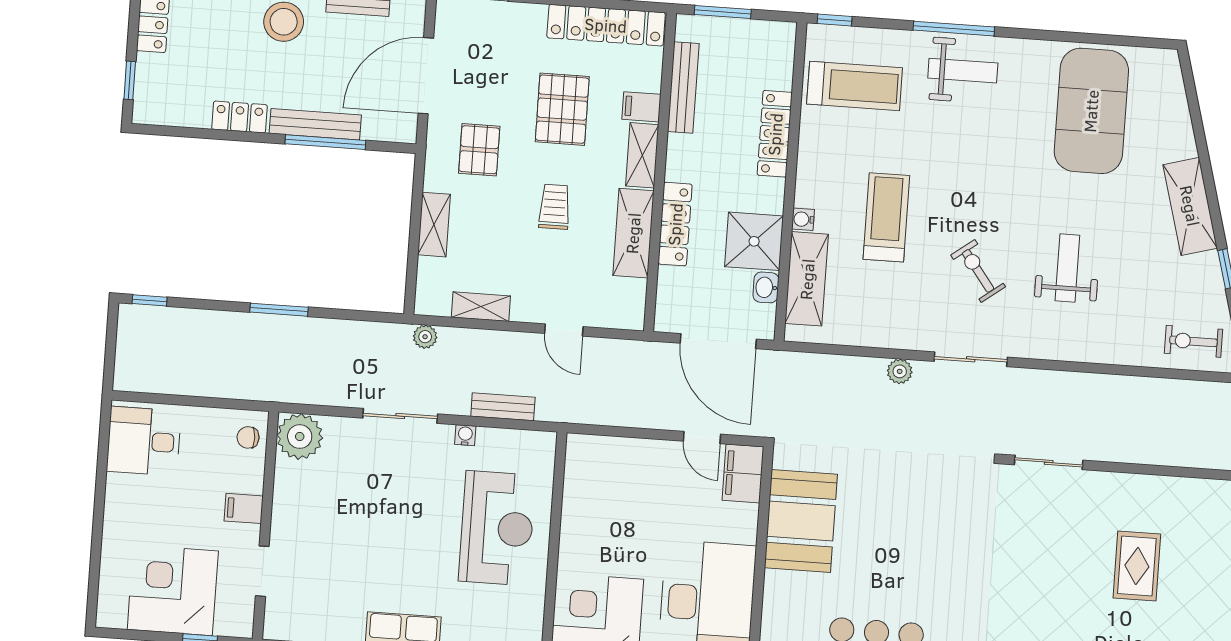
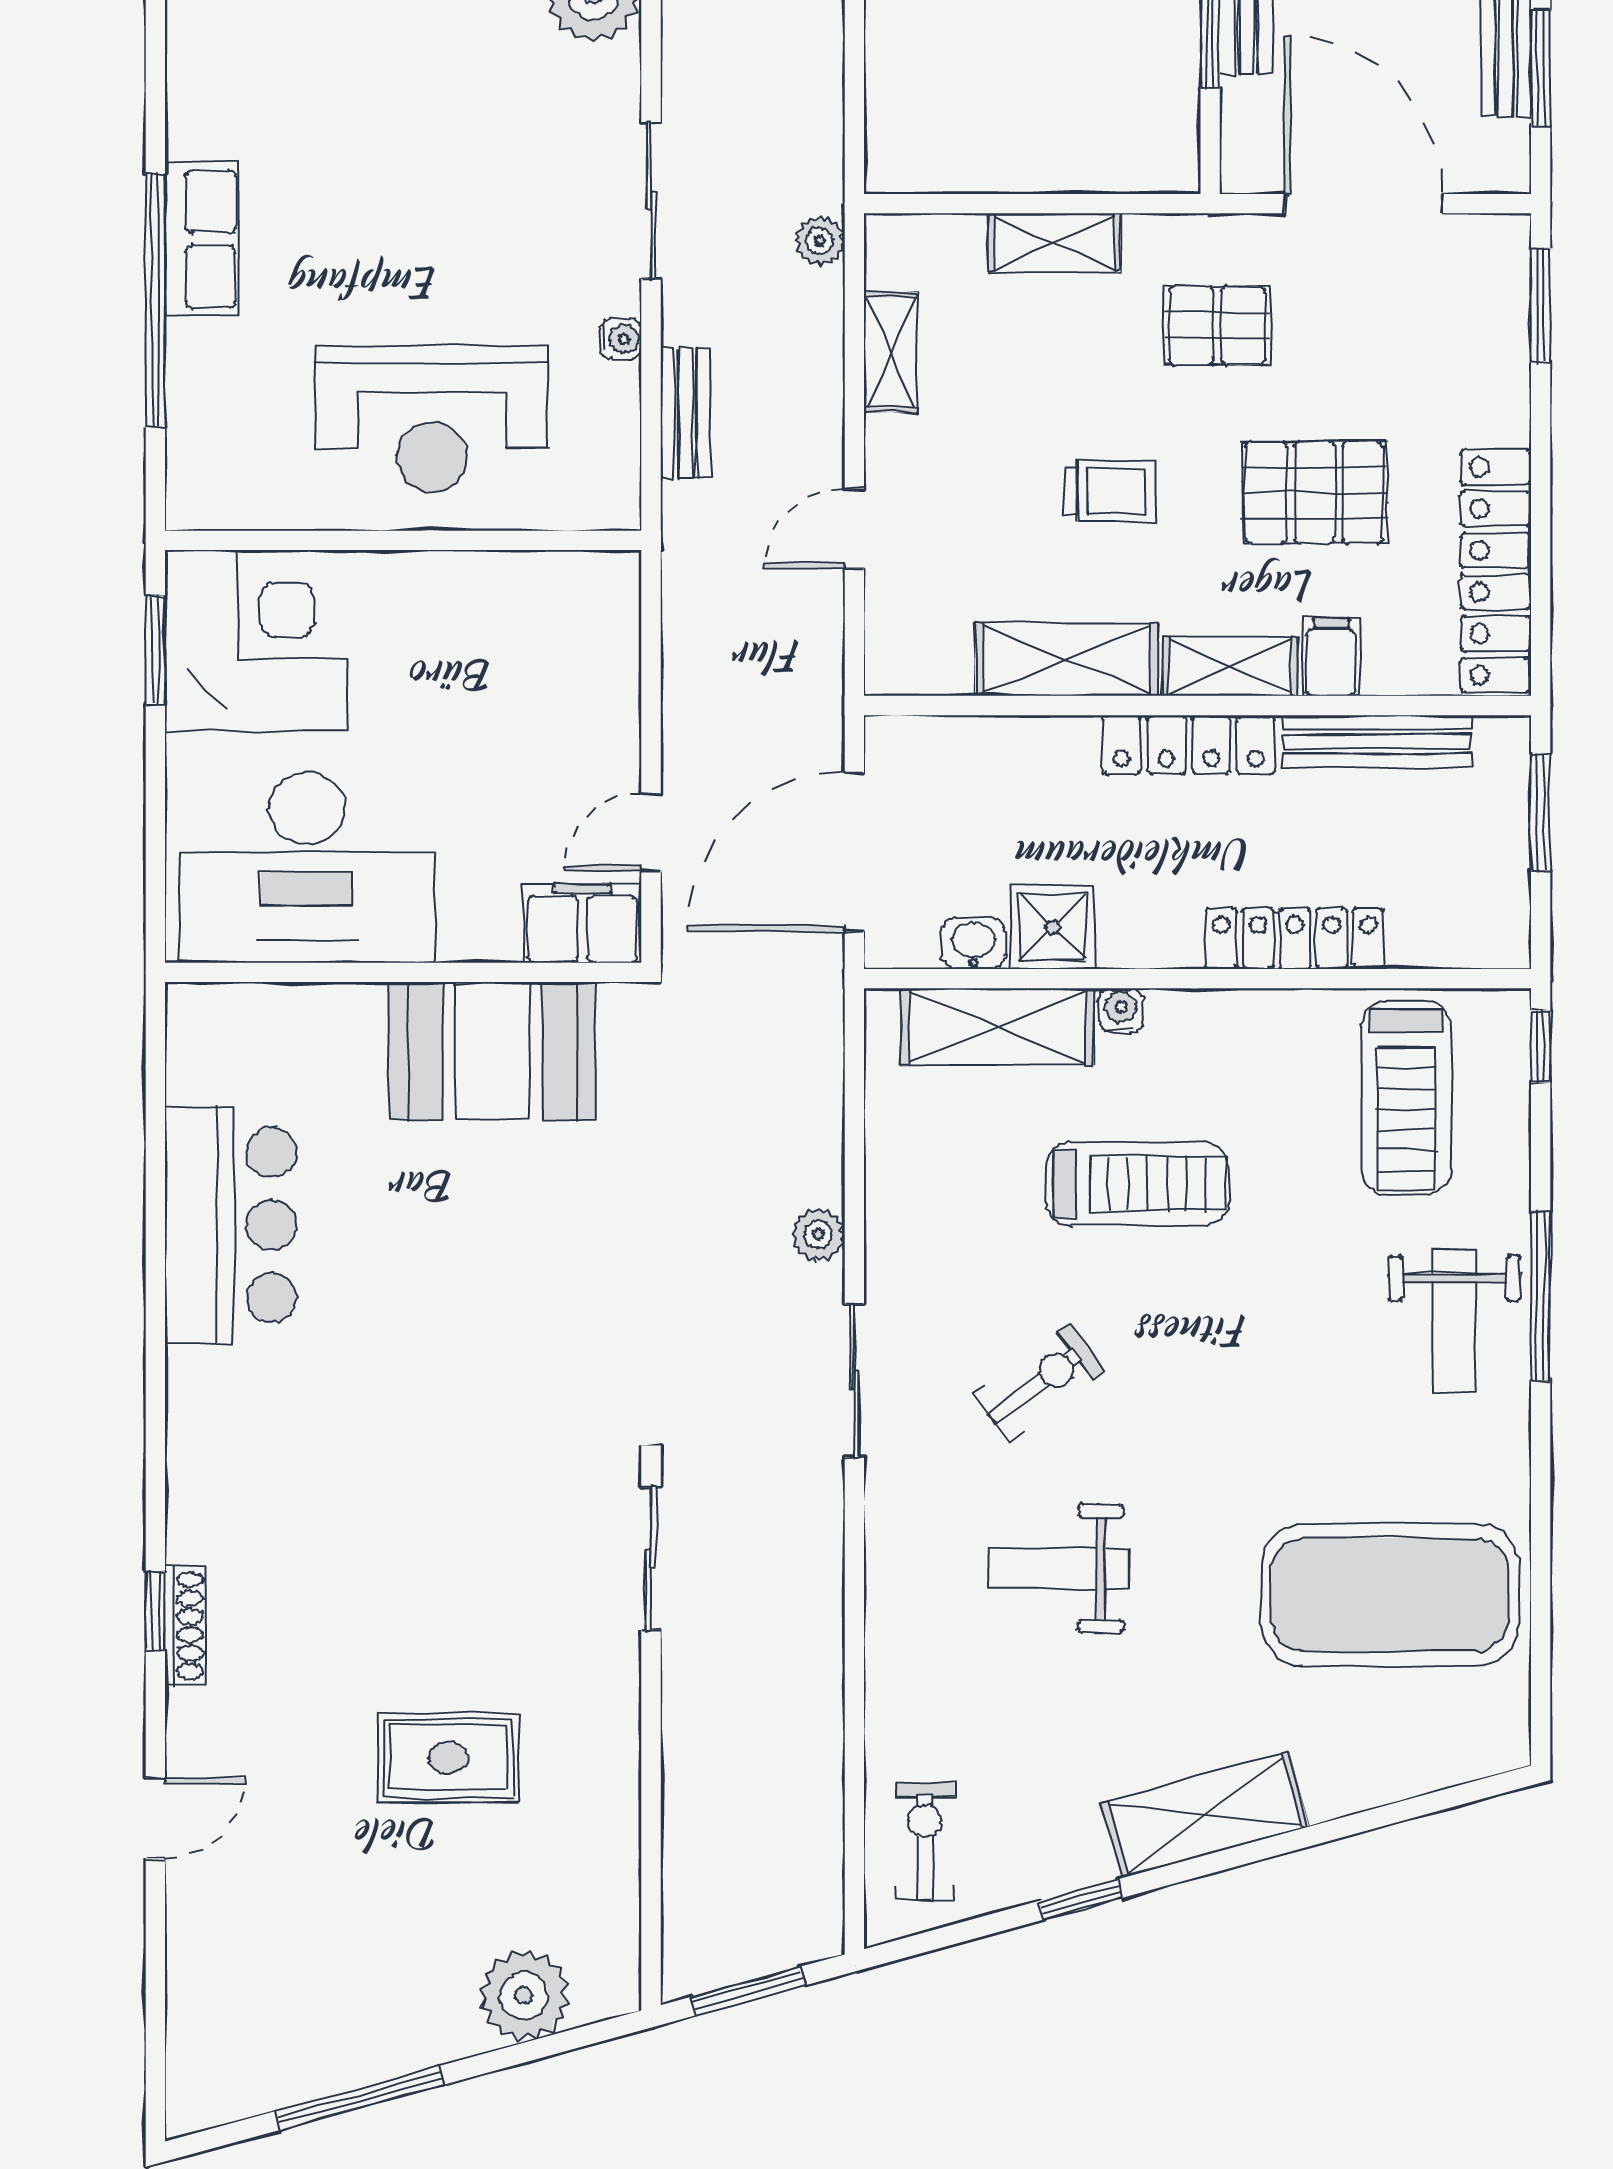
locker: (675, 224) -> (1189, 745), moved
shower: (754, 241) -> (1052, 927), width x0.73, depth x0.73
weight bench: (1067, 268) -> (1059, 1569), turned 180

